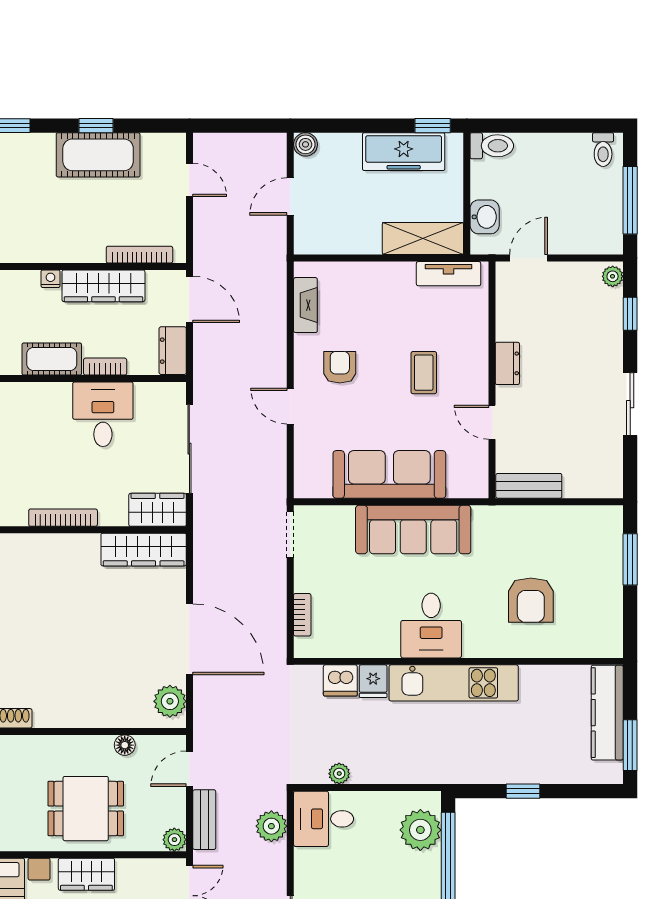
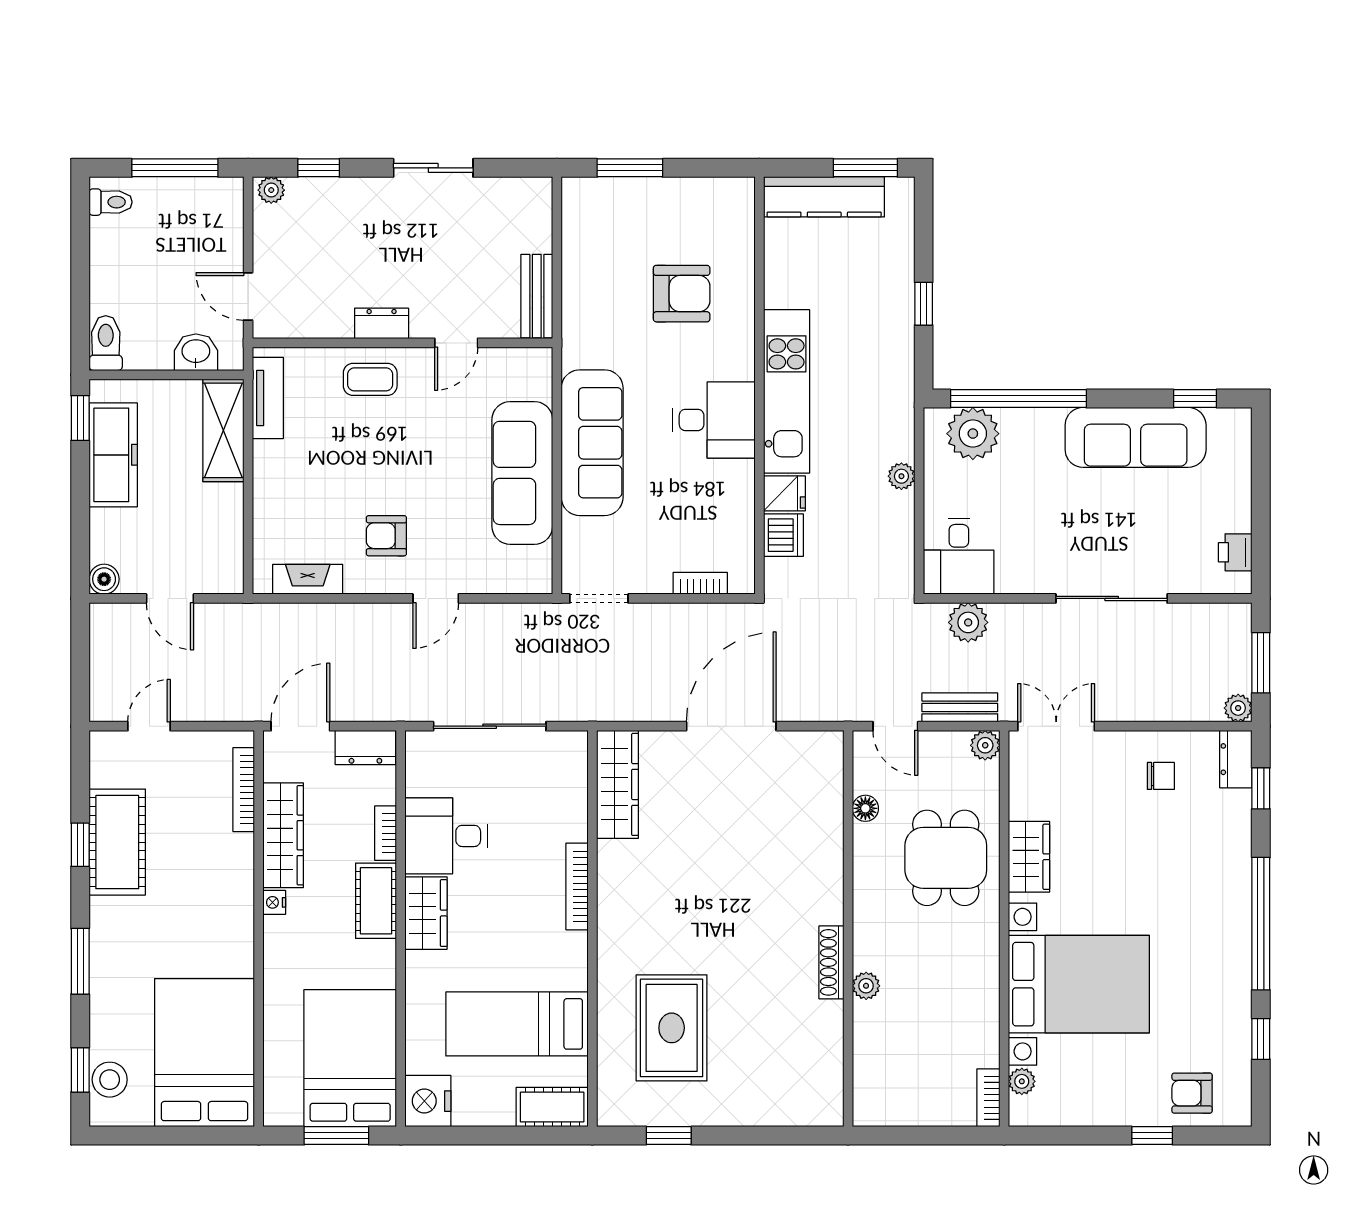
coffee table: (424, 373) -> (370, 379), moved
wardrobe: (158, 510) -> (426, 913), moved, turned 180
plant: (170, 701) -> (810, 751), removed
plant: (339, 774) -> (901, 476), moved

